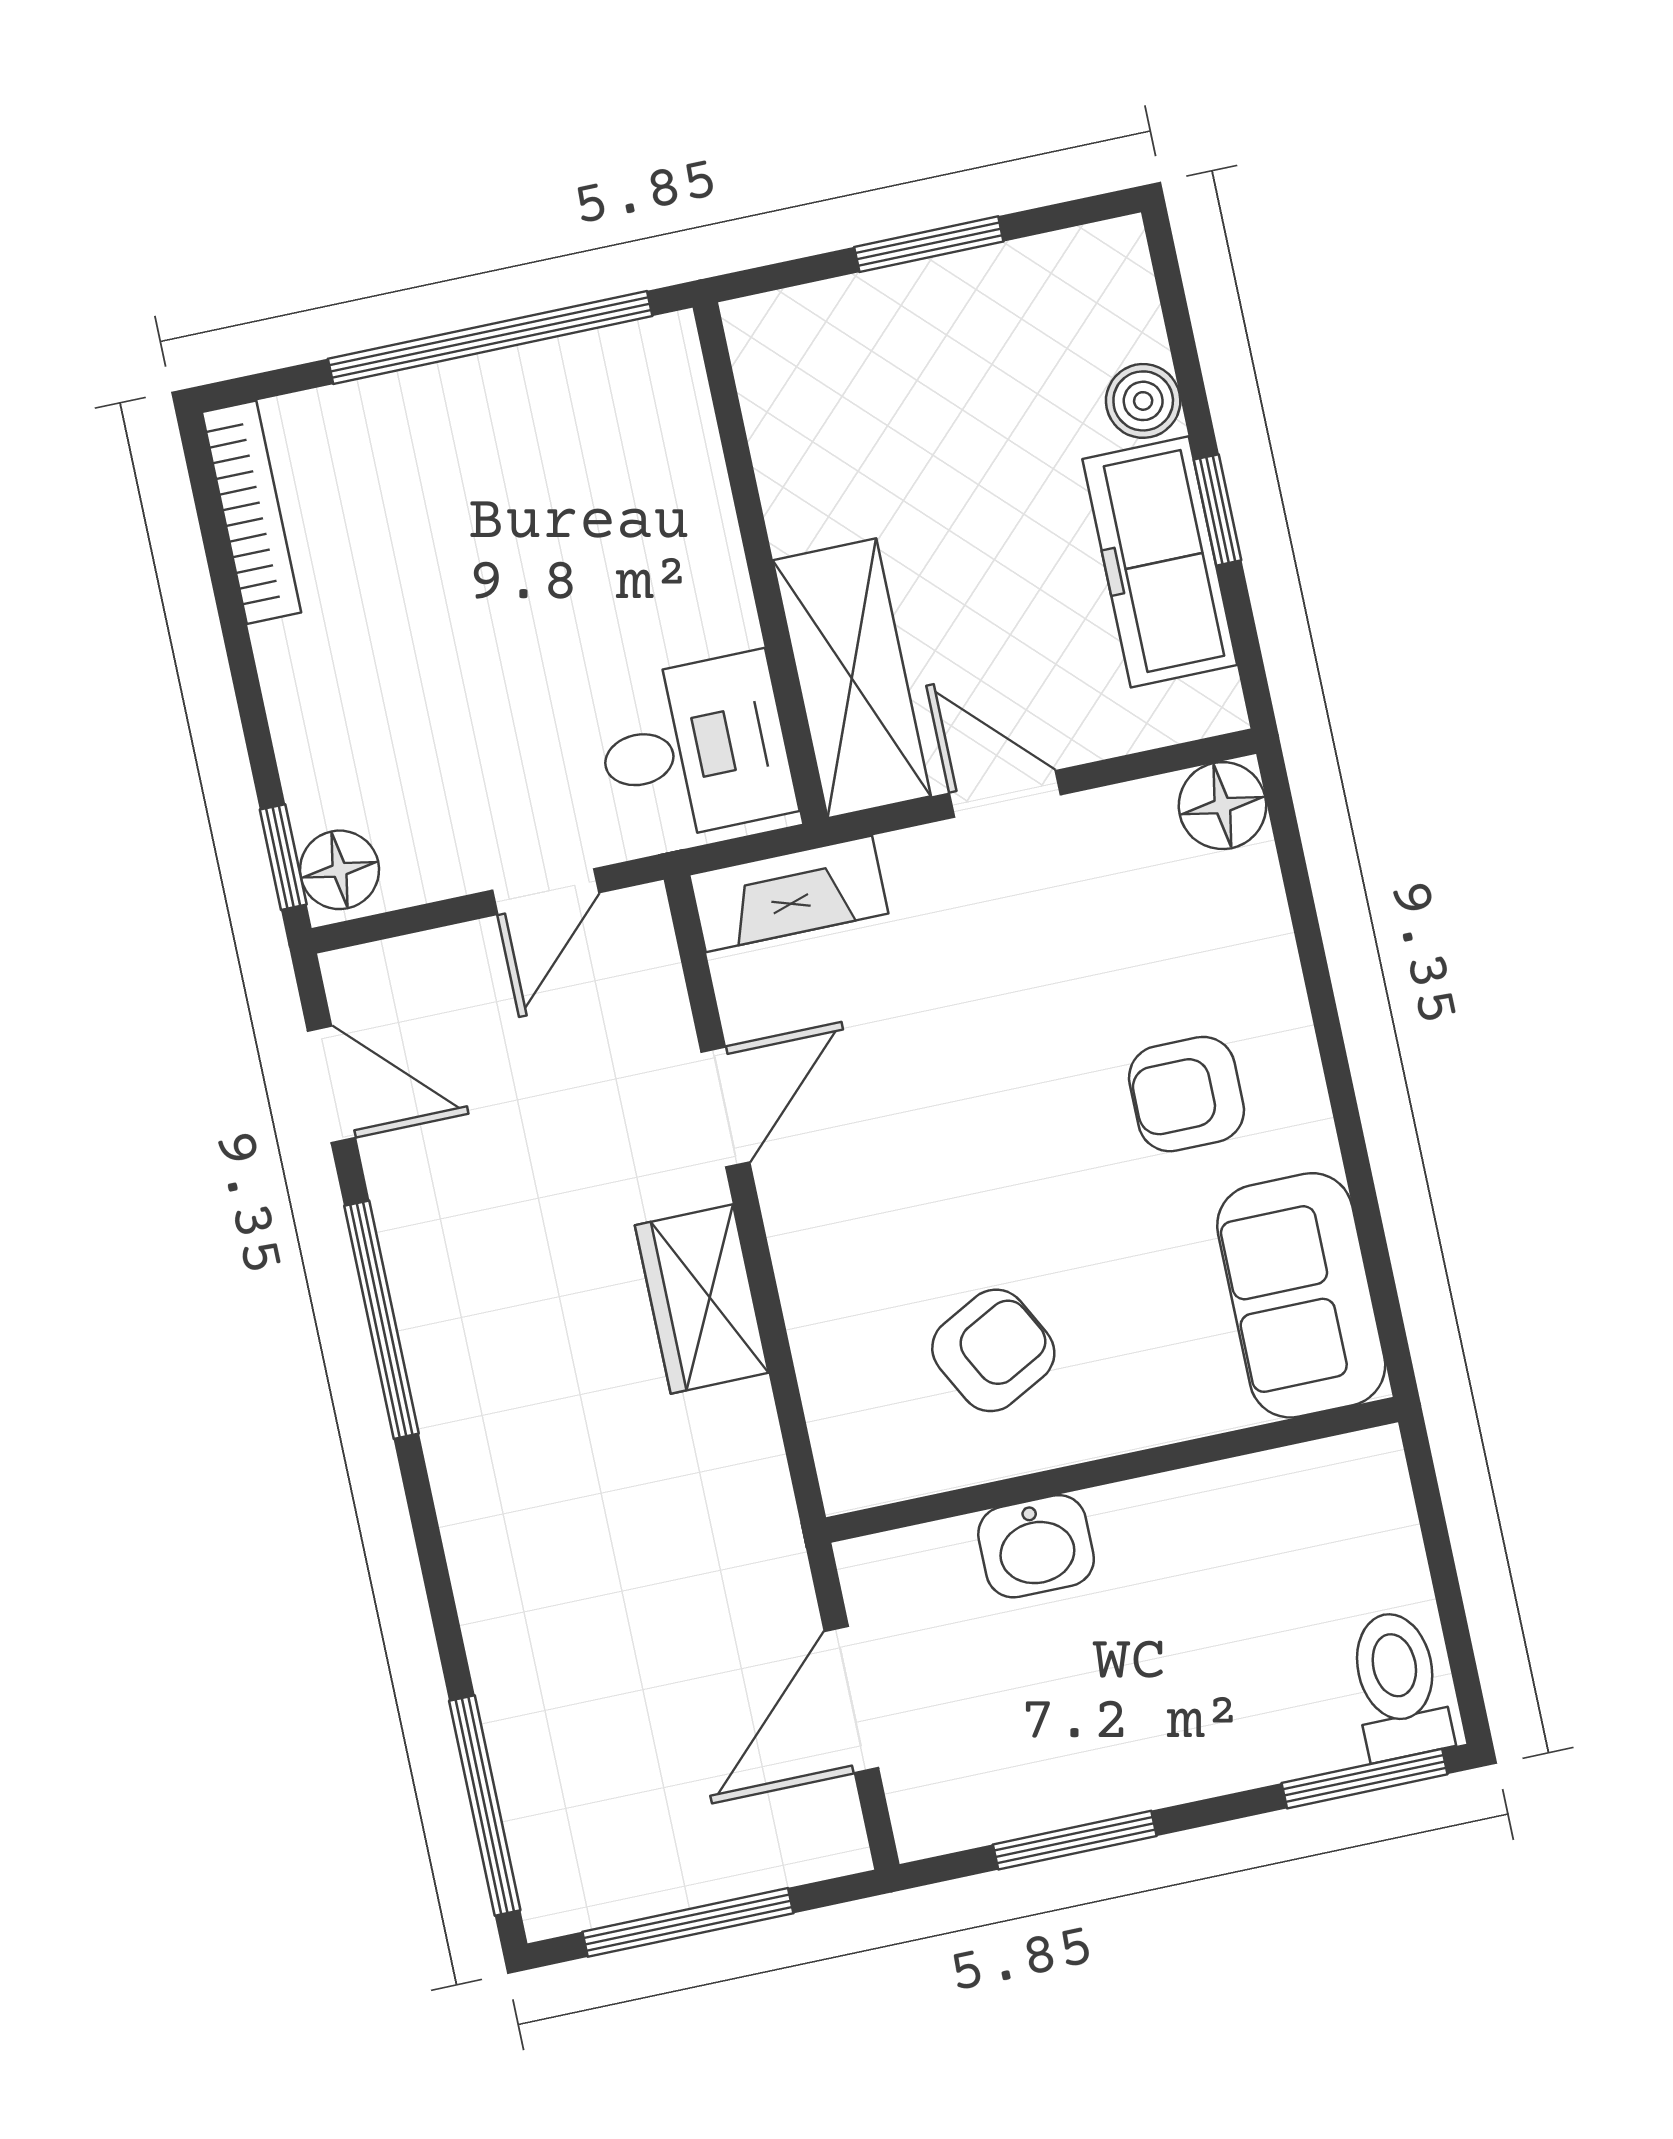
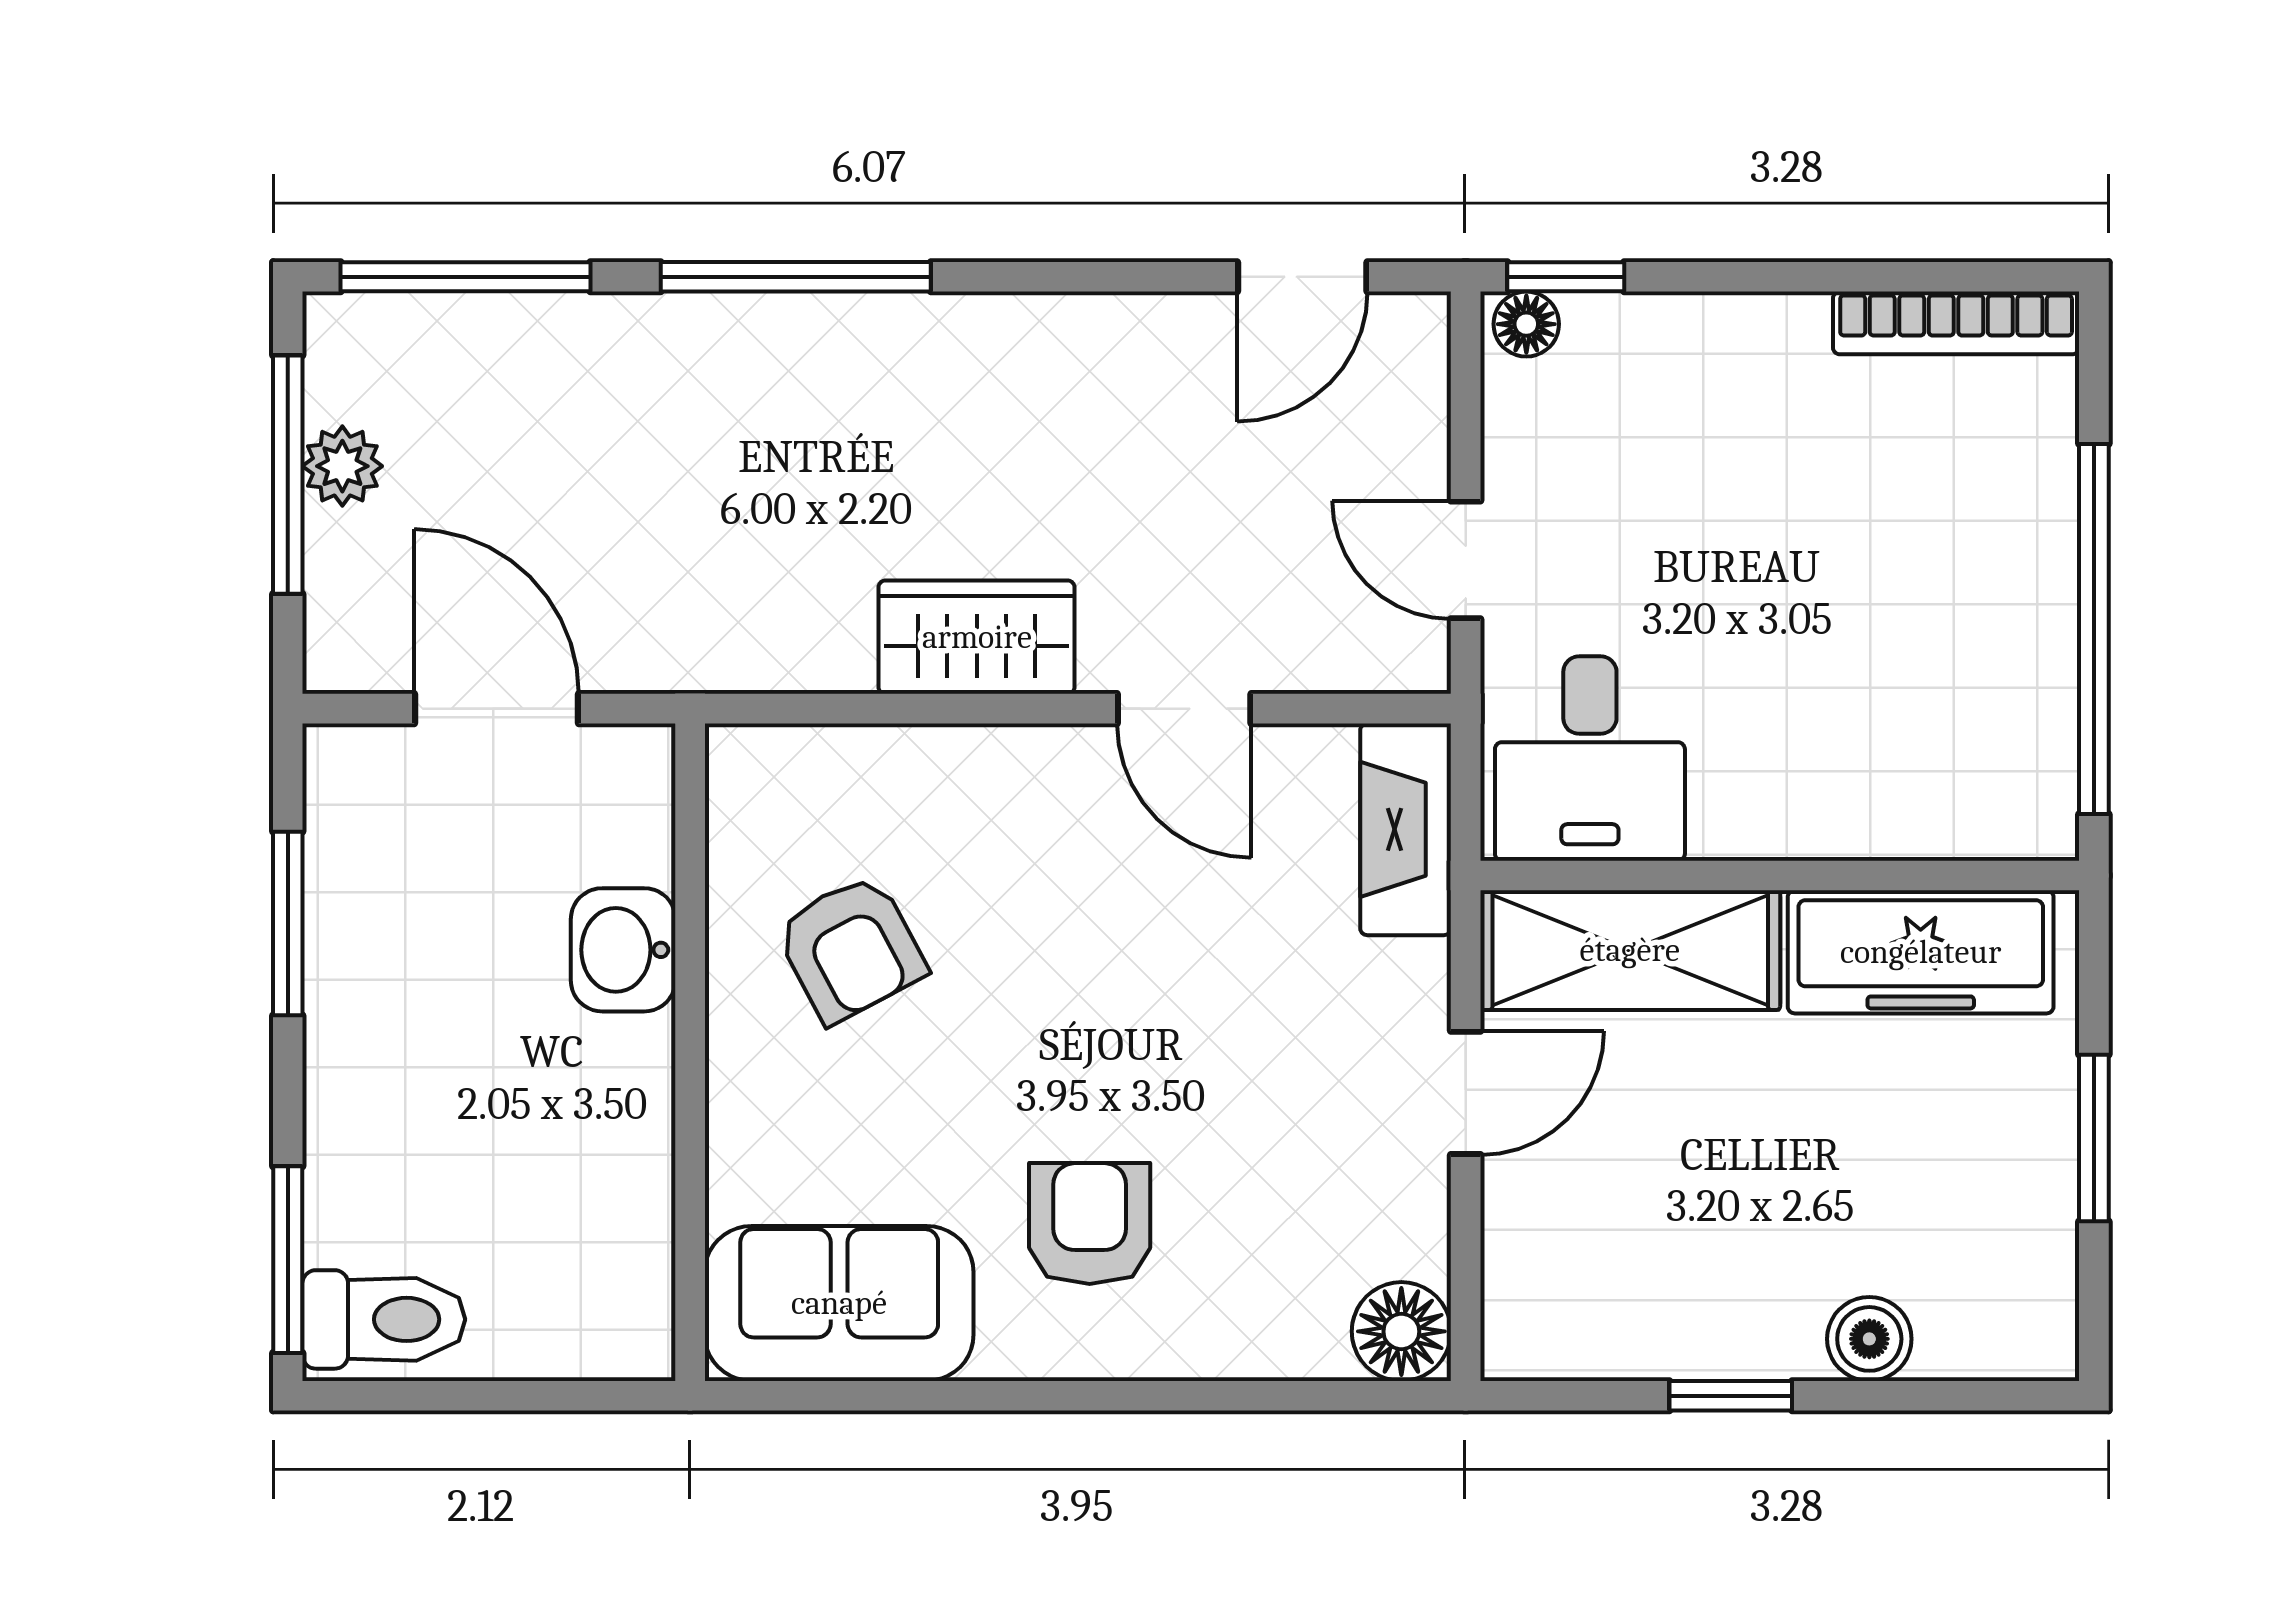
freezer: (1160, 562) -> (1921, 952), moved, turned 180
floor lamp: (339, 870) -> (1526, 324), width x0.73, depth x0.73
window: (382, 1320) -> (796, 277), moved
plant: (671, 1877) -> (342, 466), added

